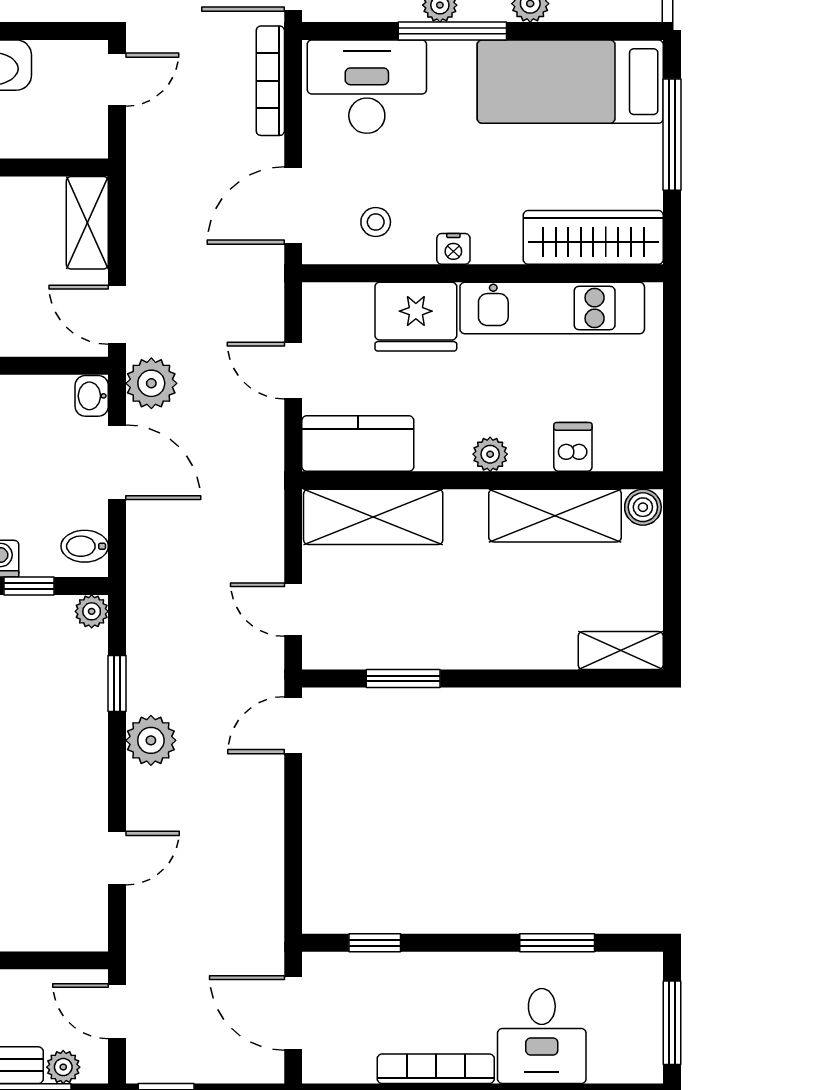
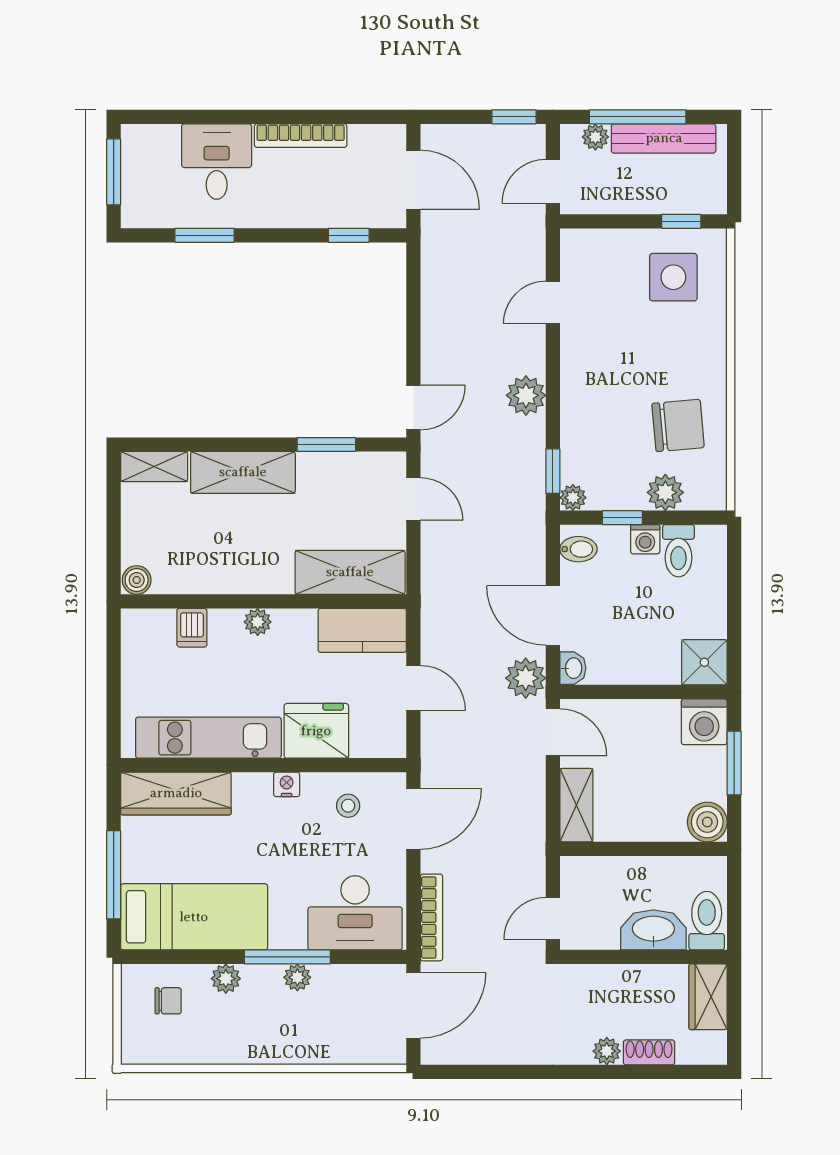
shelving: (555, 516) -> (243, 472), moved
window: (117, 684) -> (553, 471), moved
door: (117, 1011) -> (553, 181), swing flipped

